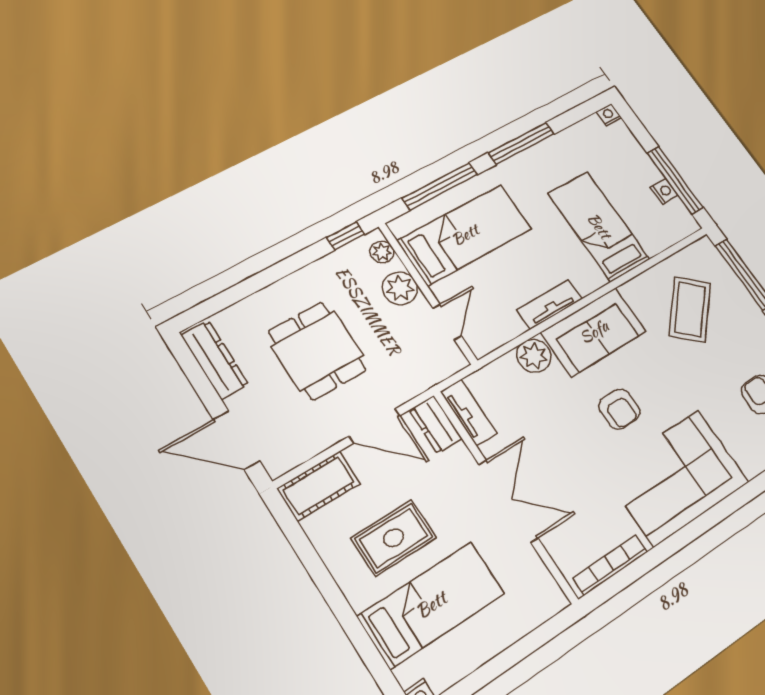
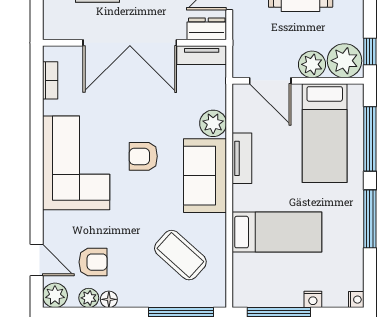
nightstand: (664, 191) -> (313, 299), moved
plant: (382, 252) -> (344, 61), width x1.88, depth x1.88
door: (447, 322) -> (270, 81), width x1.38
double door: (508, 501) -> (130, 43), width x1.36
bookcase: (610, 565) -> (50, 80), width x0.64

